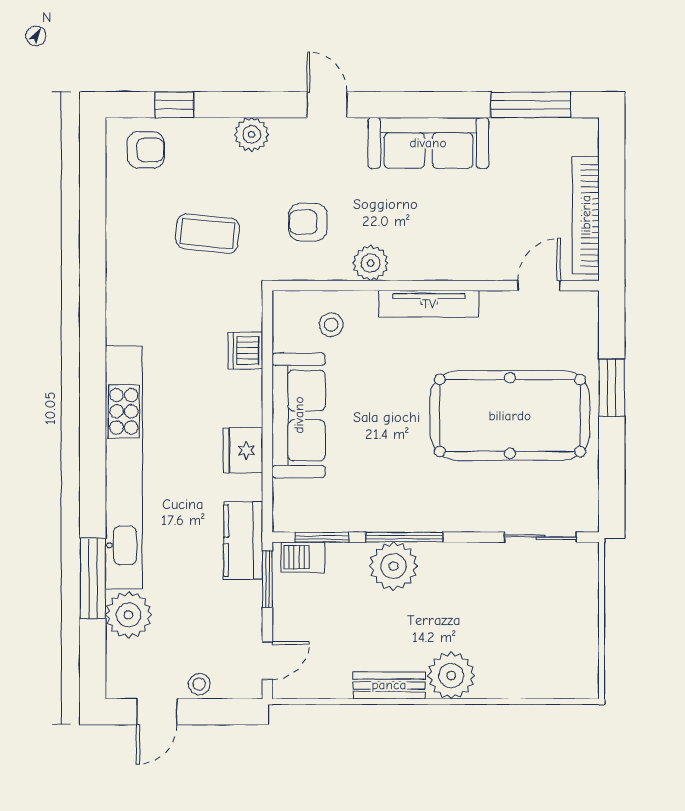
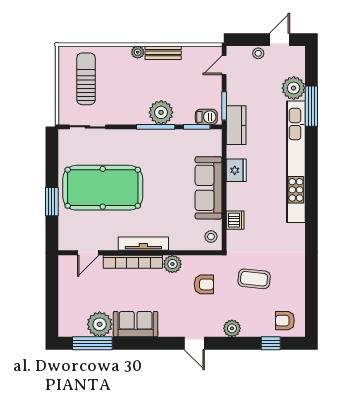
sofa: (428, 143) -> (136, 324), width x0.73
plant: (516, 143) -> (100, 324), added
bookcase: (586, 215) -> (133, 262), moved, turned 90
stool: (331, 325) -> (211, 237), moved
sun lounger: (543, 633) -> (86, 79), added
plant: (451, 676) -> (138, 52), width x0.53, depth x0.53

